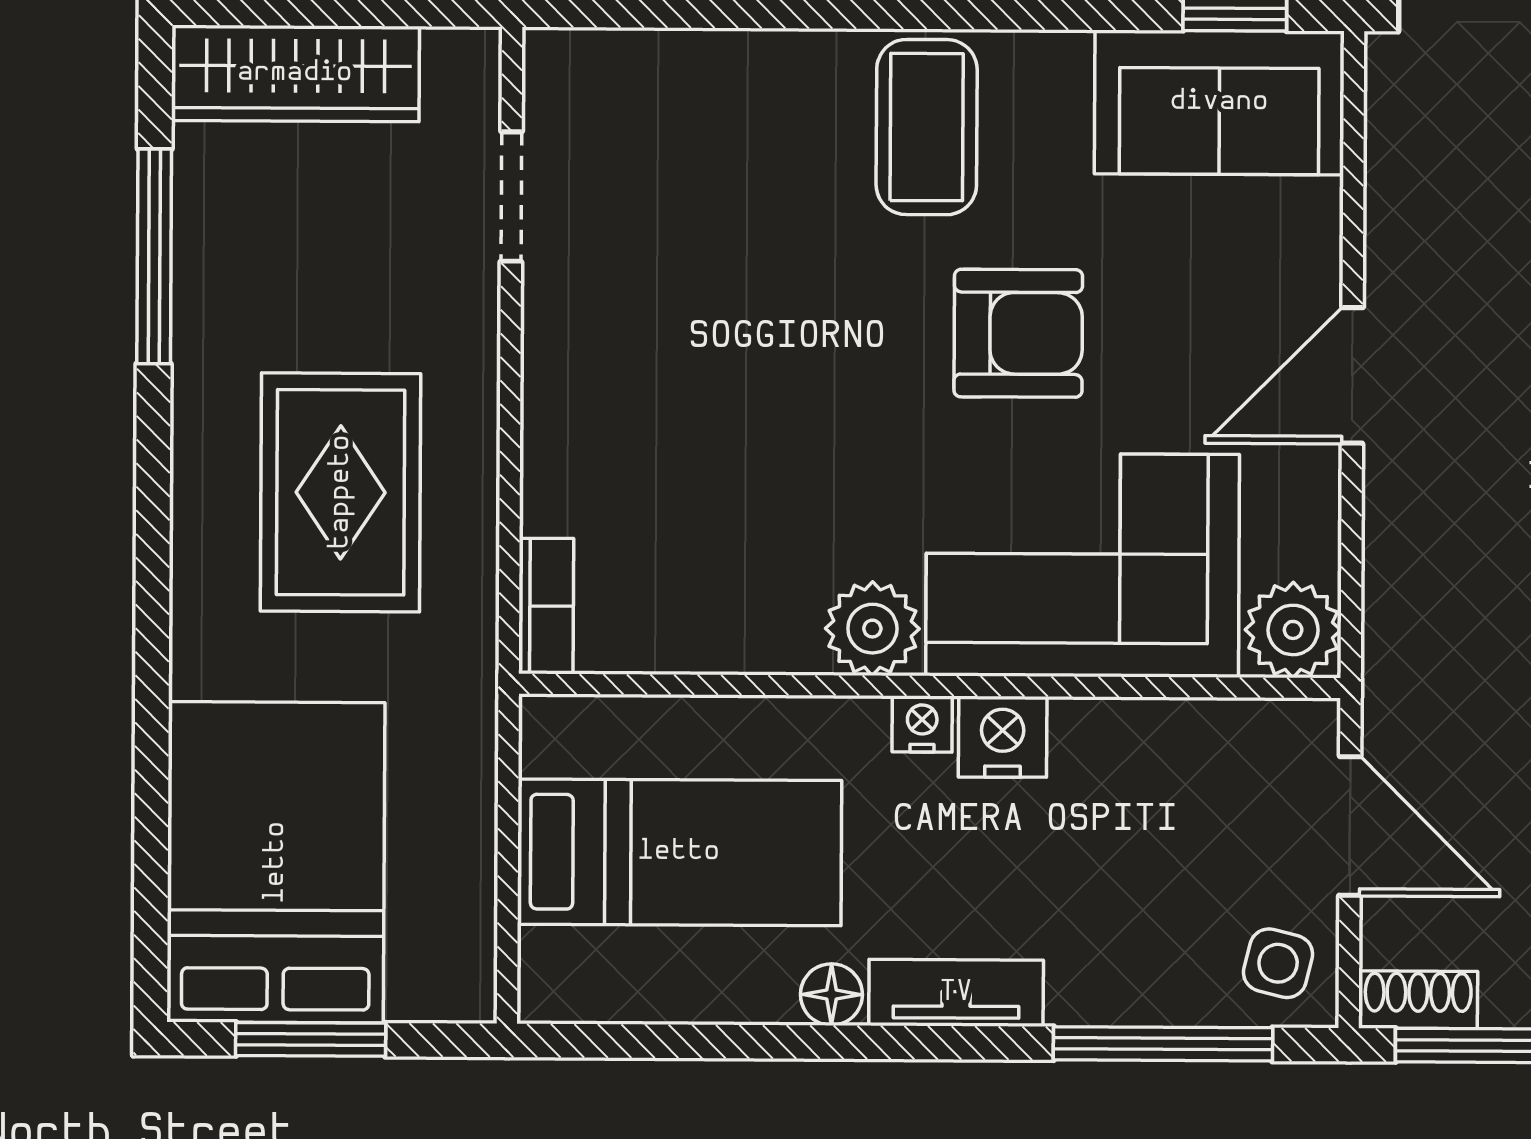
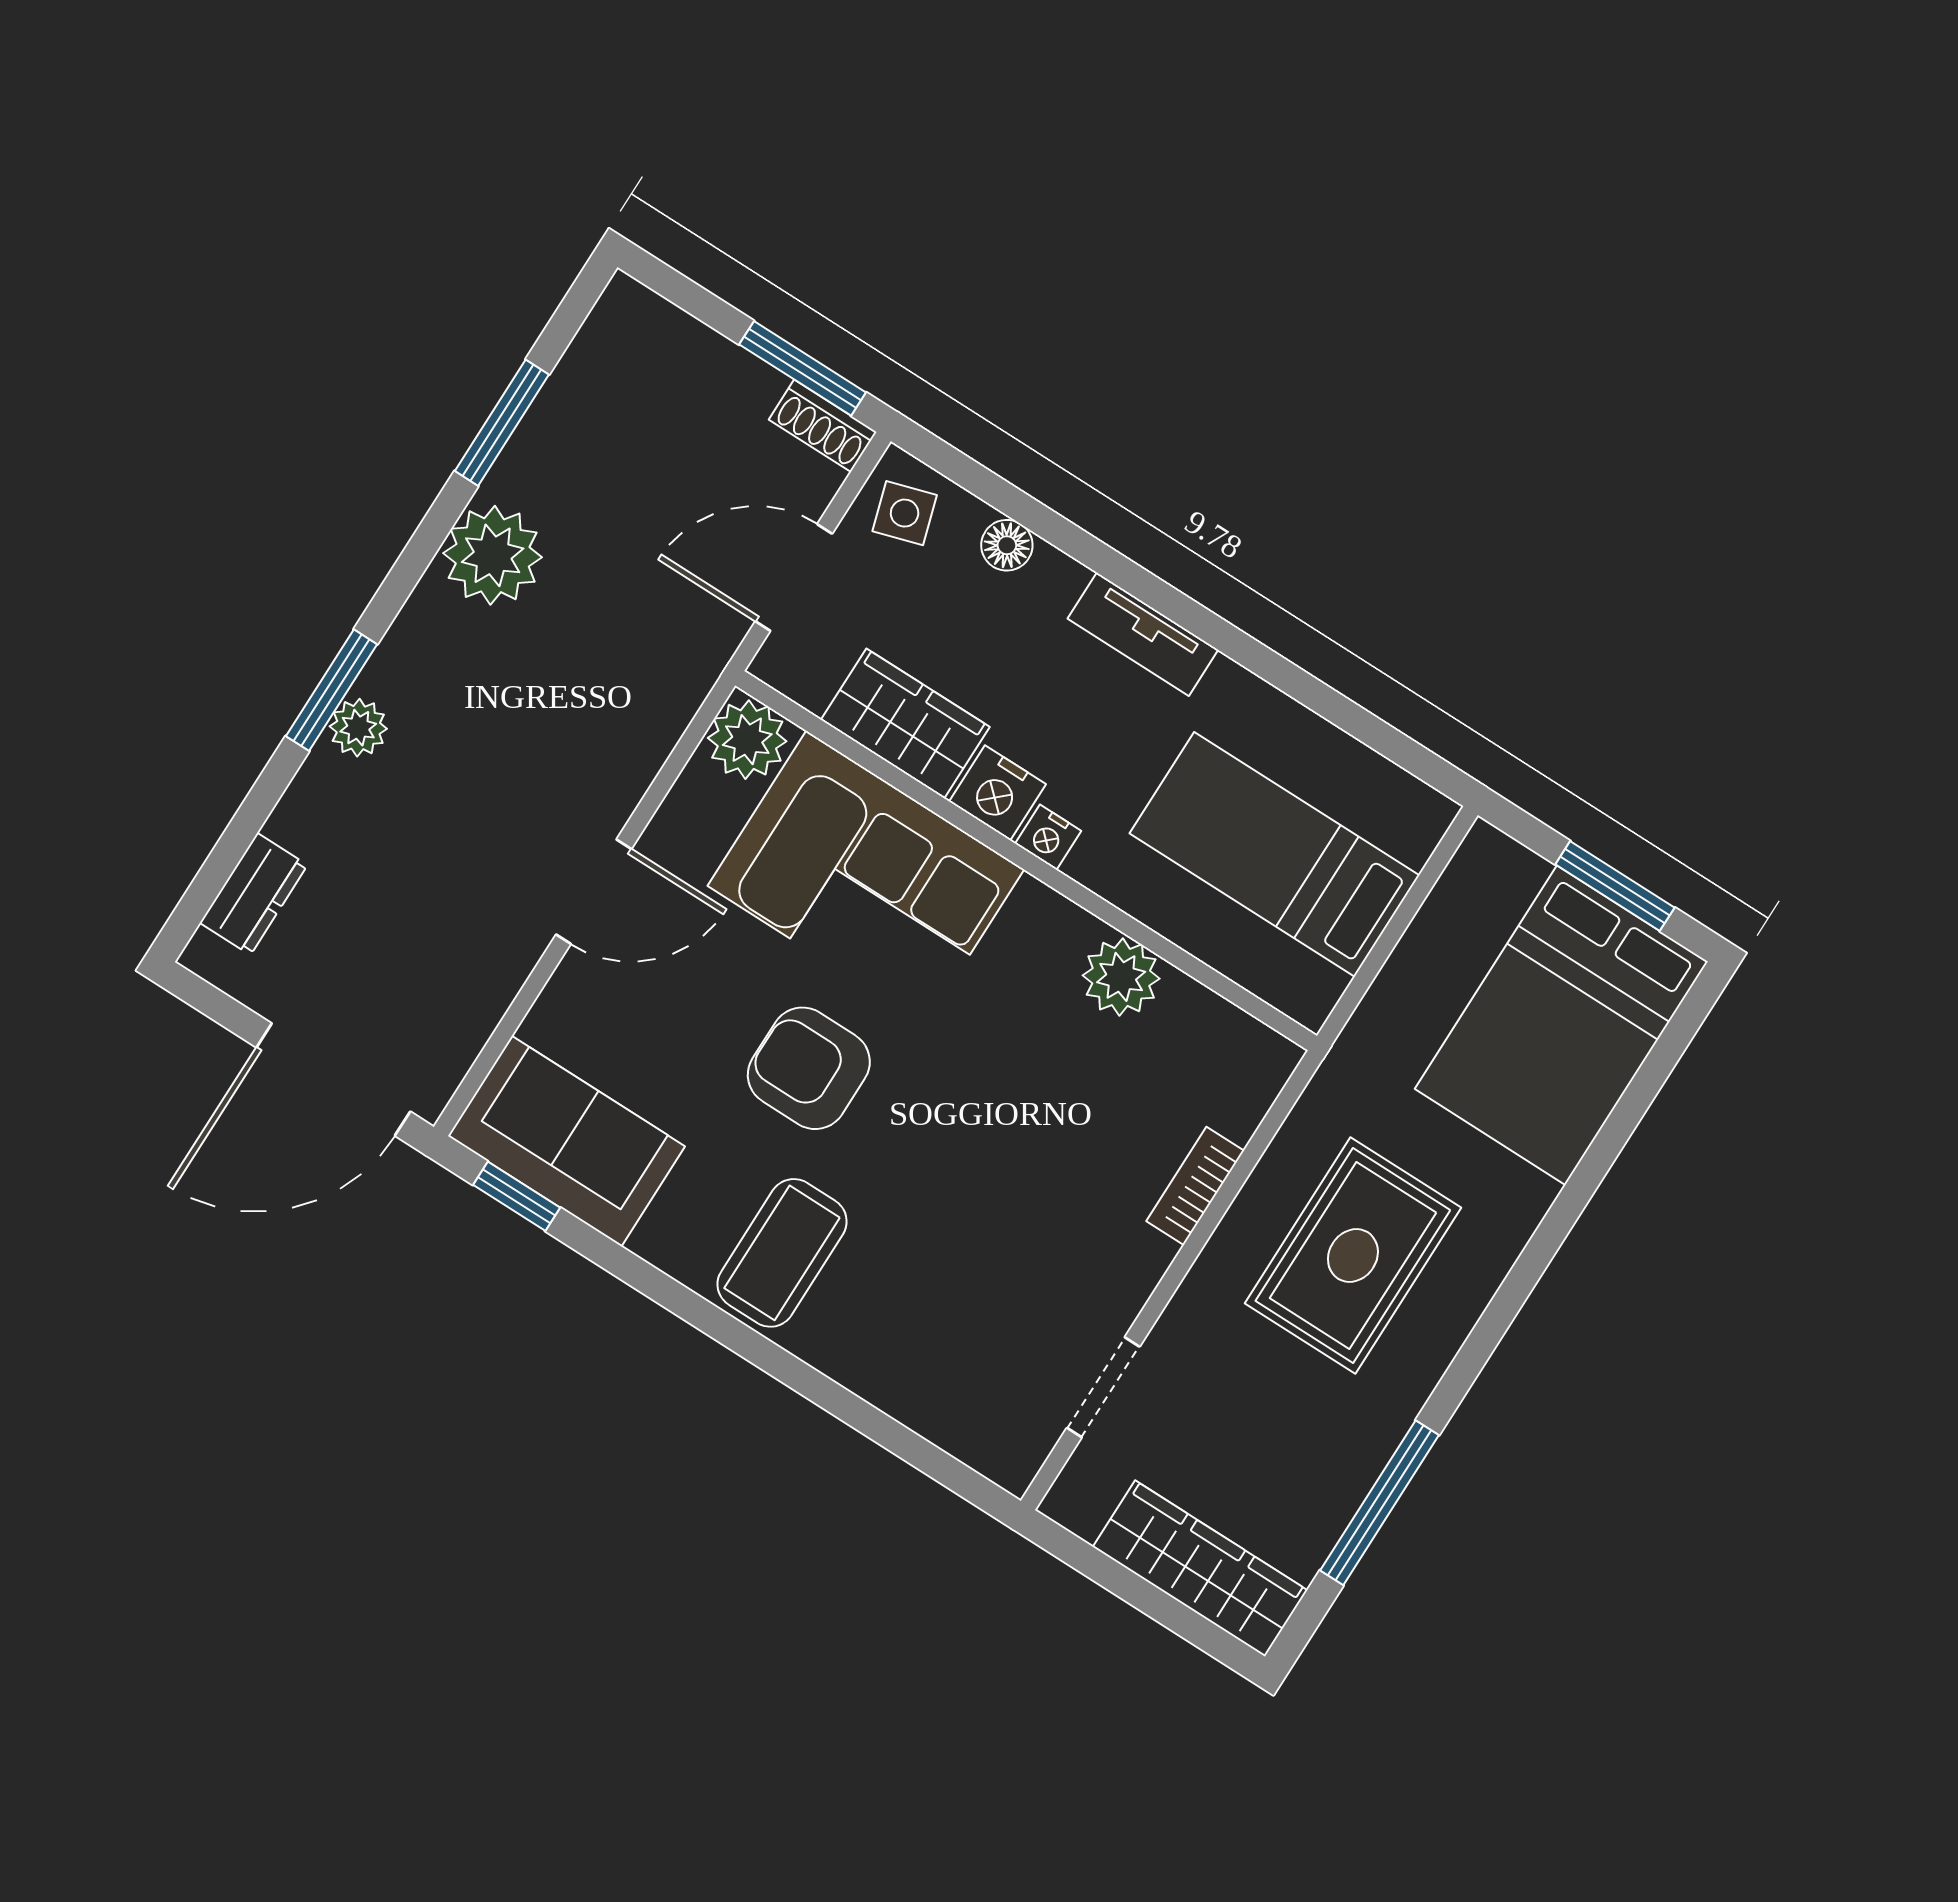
bookcase: (546, 606) -> (1195, 1186), moved
plant: (872, 629) -> (1121, 977), moved
wardrobe: (1142, 748) -> (905, 723), added
door: (1350, 826) -> (794, 577), hinge flipped
side table: (1278, 963) -> (905, 513), turned -31
floor lamp: (831, 995) -> (1007, 545), moved
window: (1163, 1044) -> (1021, 507), removed

